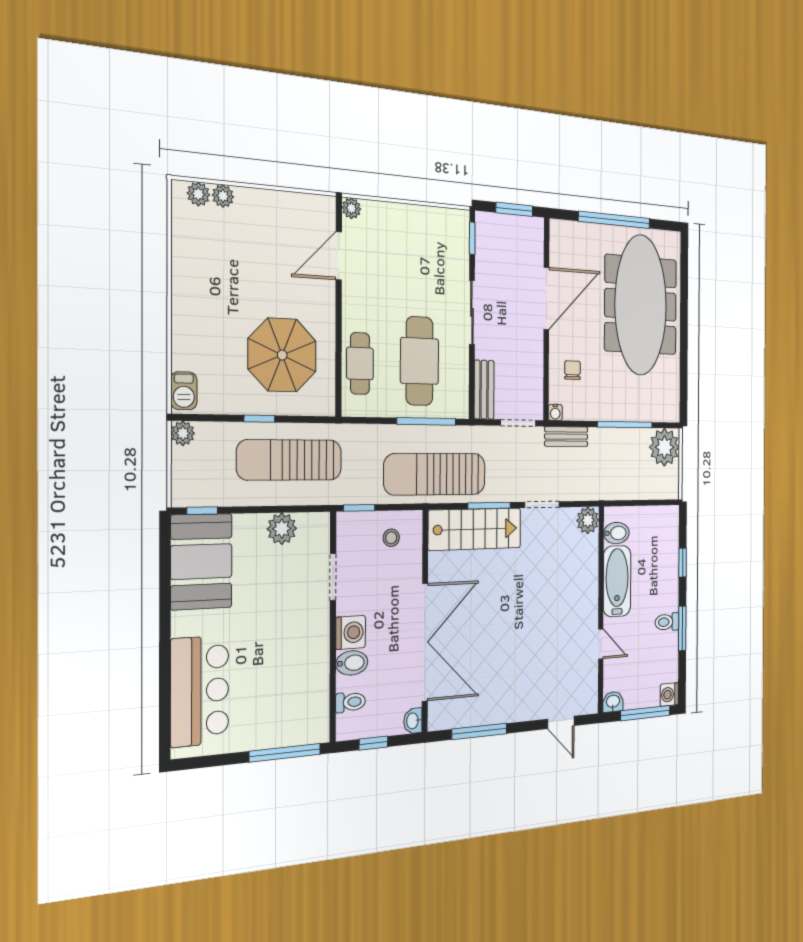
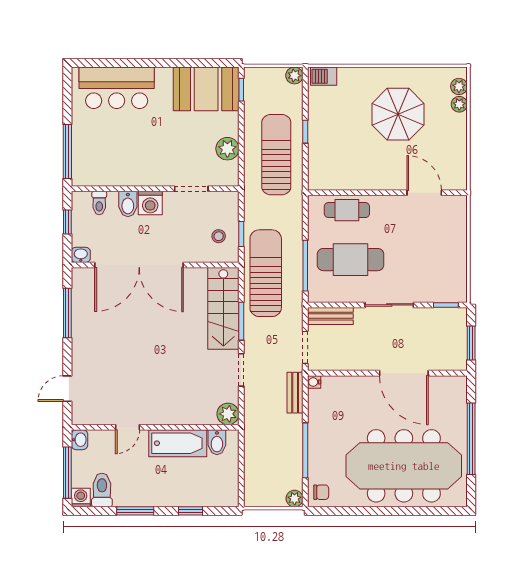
plant: (351, 208) -> (460, 203), removed
parasol: (282, 355) -> (398, 114), moved
chair: (572, 370) -> (321, 492), moved
plant: (664, 447) -> (295, 499), width x0.53, depth x0.53
window: (359, 508) -> (241, 234), moved
toilet: (667, 622) -> (102, 490), moved, width x1.37, depth x1.39

